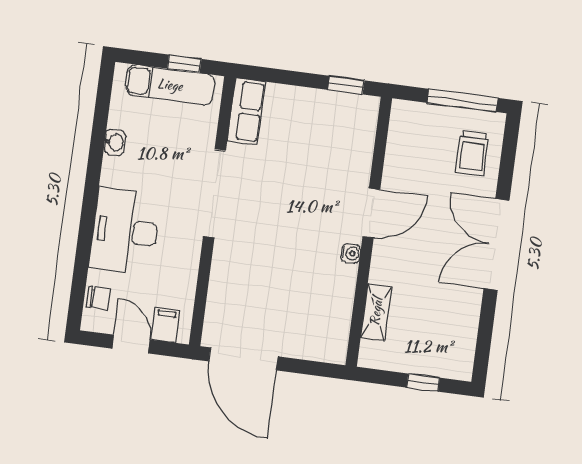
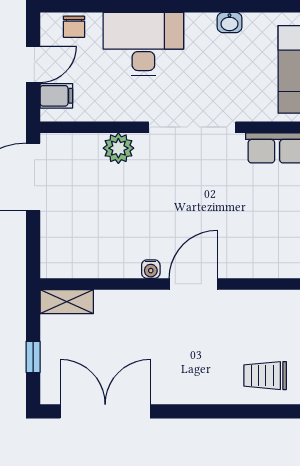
door: (371, 213) -> (193, 284), swing flipped
double door: (497, 244) -> (105, 411), moved
plant: (226, 270) -> (118, 148), added
shelving: (376, 312) -> (67, 302), moved

